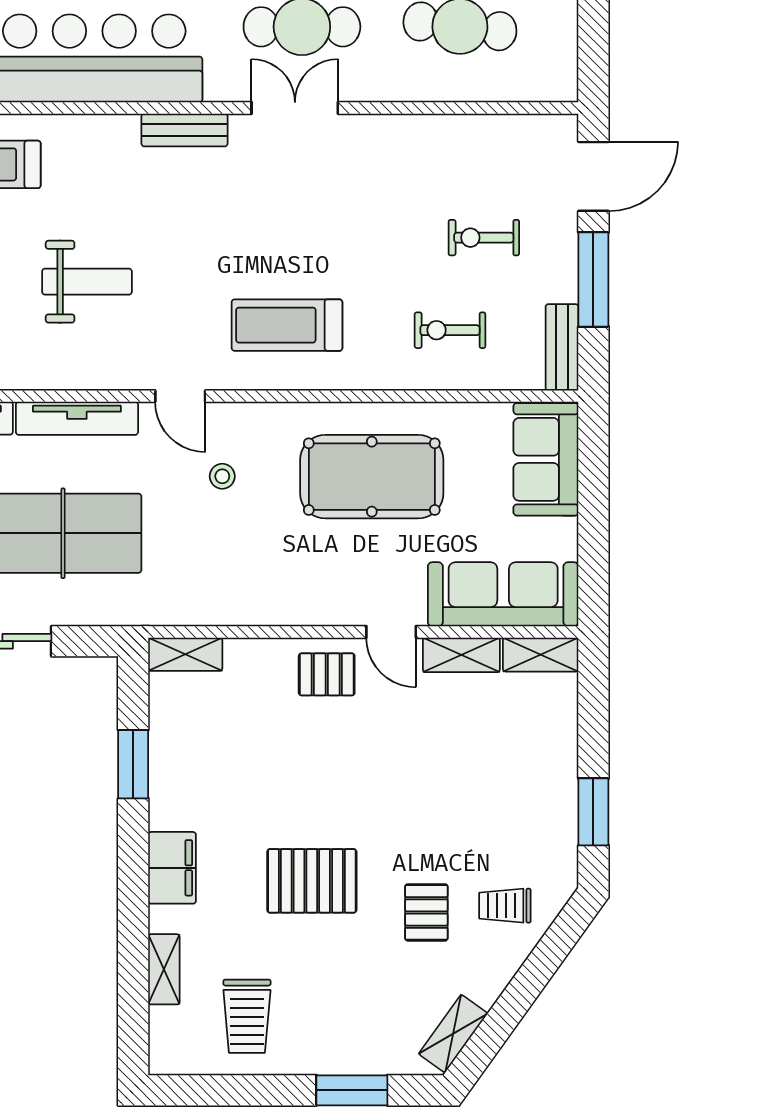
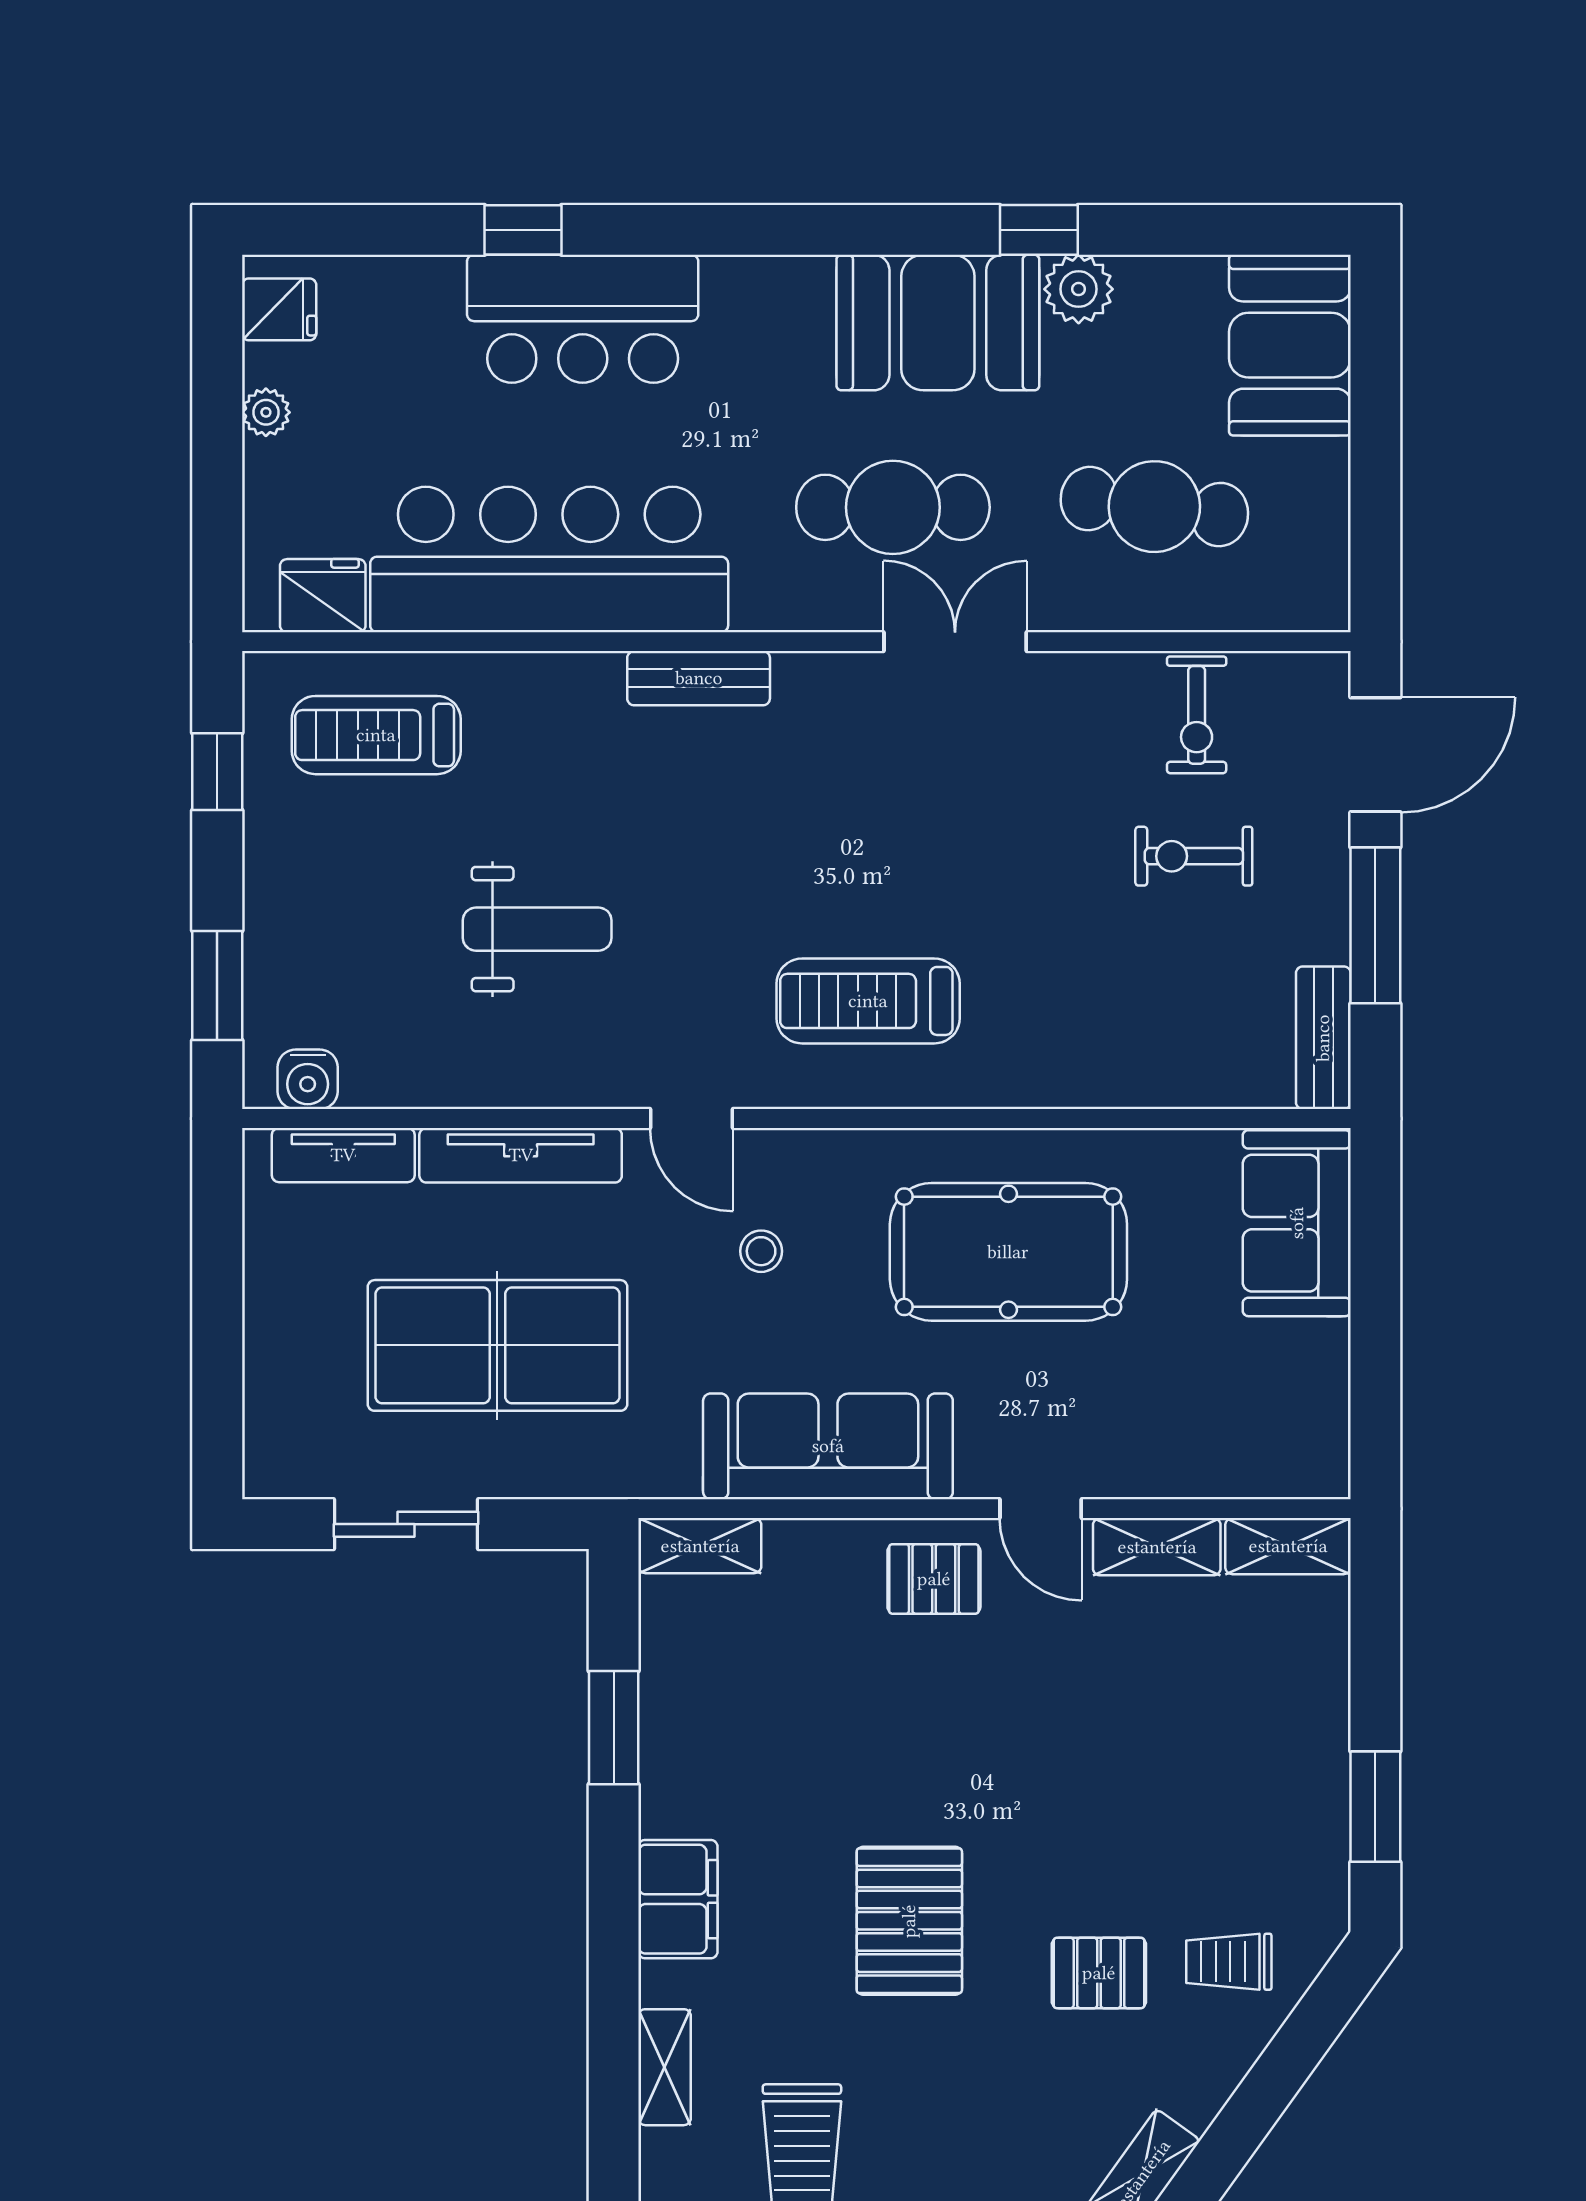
double door: (295, 108) -> (955, 642), moved
exercise bike: (450, 330) -> (1197, 715), moved, turned -90
sofa: (503, 594) -> (828, 1446), moved
pallet: (312, 881) -> (909, 1921), turned 90
pallet: (426, 912) -> (1099, 1973), turned 90

